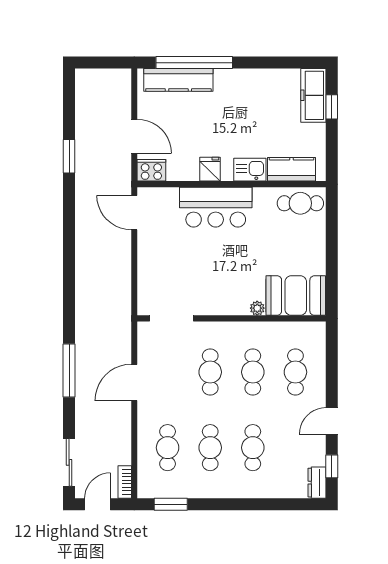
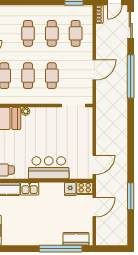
kitchen counter: (178, 80) -> (76, 239), width x0.67
door: (134, 136) -> (94, 207), swing flipped
window: (69, 156) -> (131, 196), width x1.44
fridge: (210, 169) -> (70, 189), moved
door: (134, 213) -> (94, 165), hinge flipped
window: (69, 371) -> (131, 76), width x1.46

